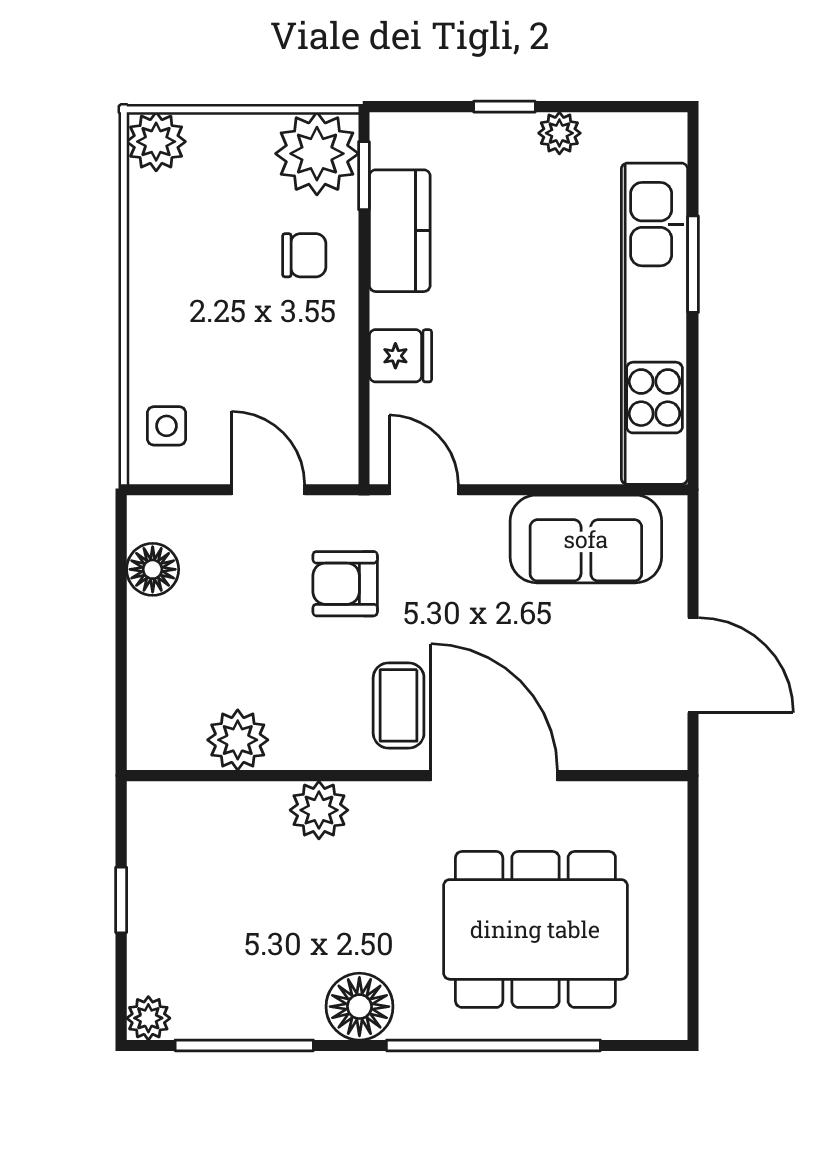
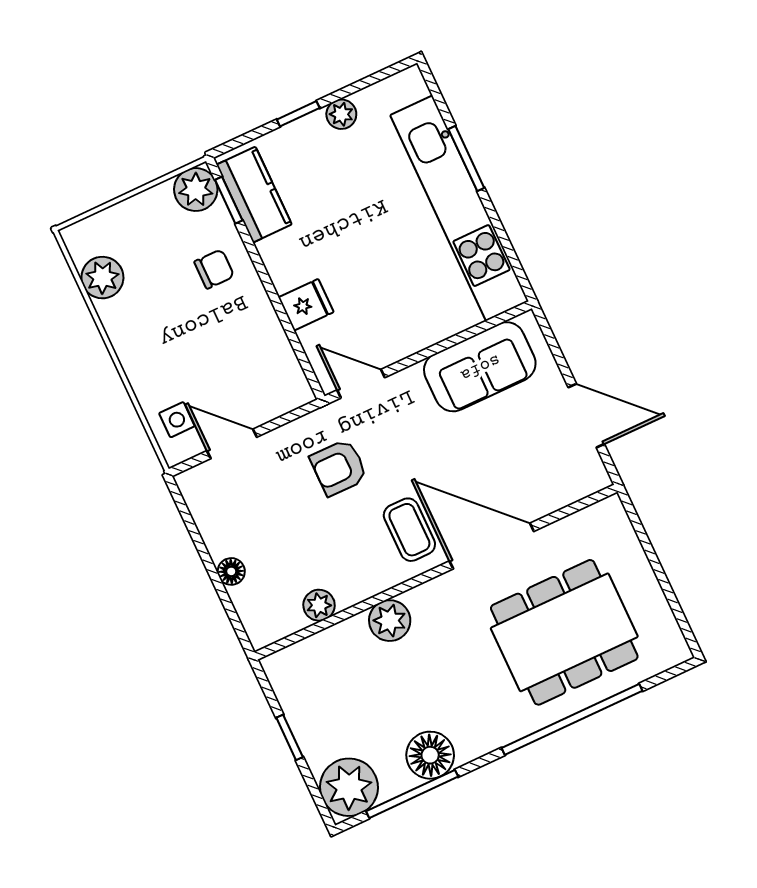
plant: (156, 142) -> (102, 278), moved
plant: (317, 154) -> (196, 190), width x0.73, depth x0.73
kitchen counter: (400, 231) -> (254, 195), moved
door: (268, 490) -> (232, 444), moved
floor lamp: (153, 569) -> (231, 571), moved, width x0.73, depth x0.73
plant: (238, 740) -> (319, 605), width x0.73, depth x0.73
floor lamp: (359, 1007) -> (430, 755), moved
plant: (148, 1018) -> (349, 787), width x1.88, depth x1.88

